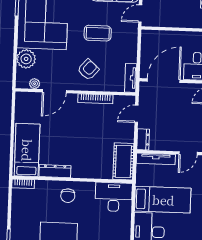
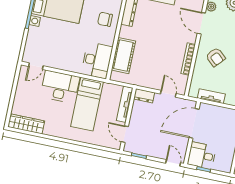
tv unit: (131, 78) -> (211, 96), moved
door: (164, 81) -> (194, 123), swing flipped
cot: (123, 161) -> (123, 56), moved, turned 90

